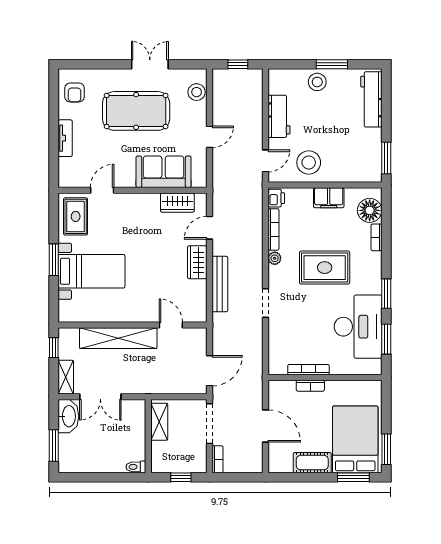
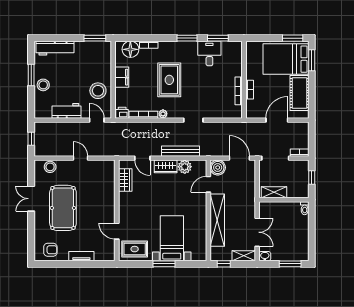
sofa: (164, 172) -> (104, 189), removed
plant: (197, 290) -> (185, 167), added
desk: (358, 327) -> (209, 53), width x0.53, depth x0.77
boiler: (196, 339) -> (218, 168), added
washbasin: (68, 416) -> (265, 256), width x0.52, depth x0.69
cot: (312, 463) -> (299, 93), width x1.37, depth x1.34

